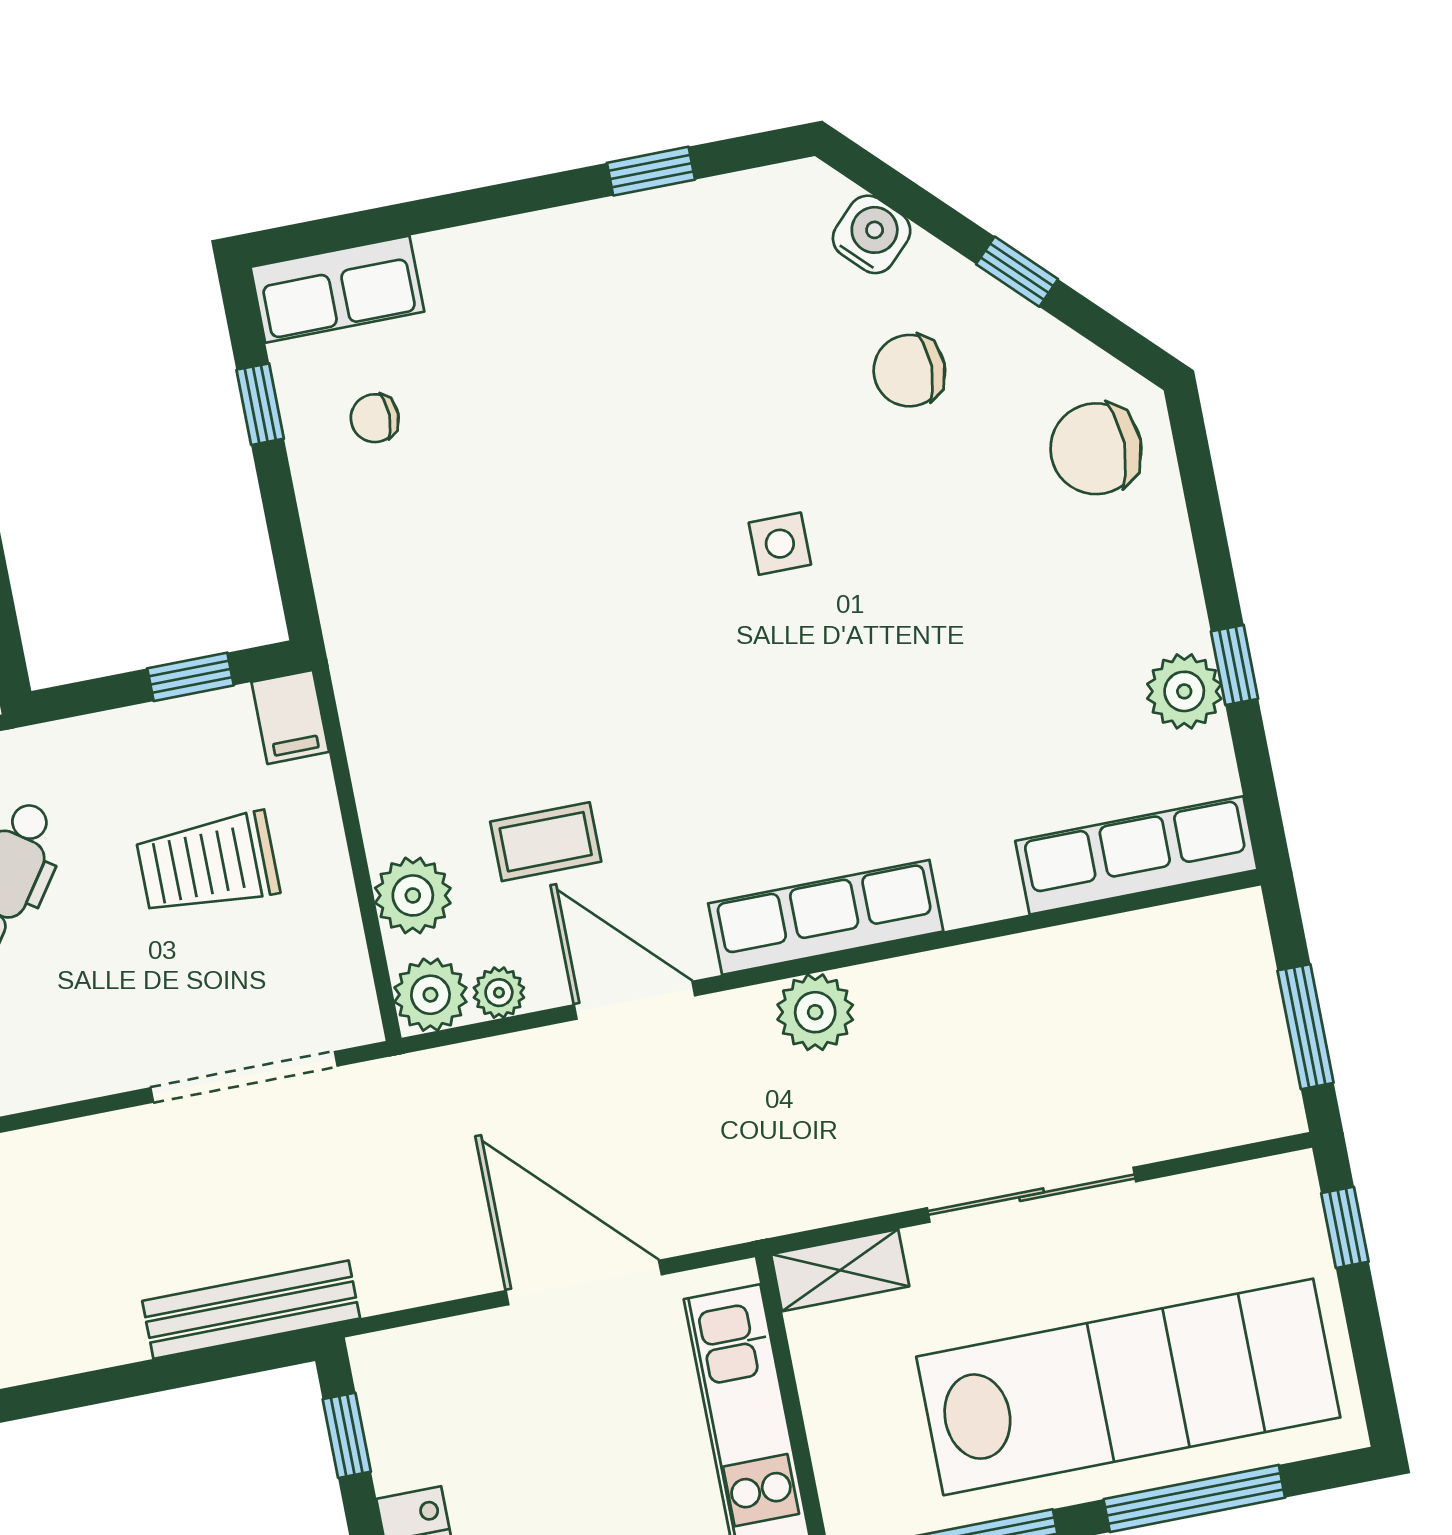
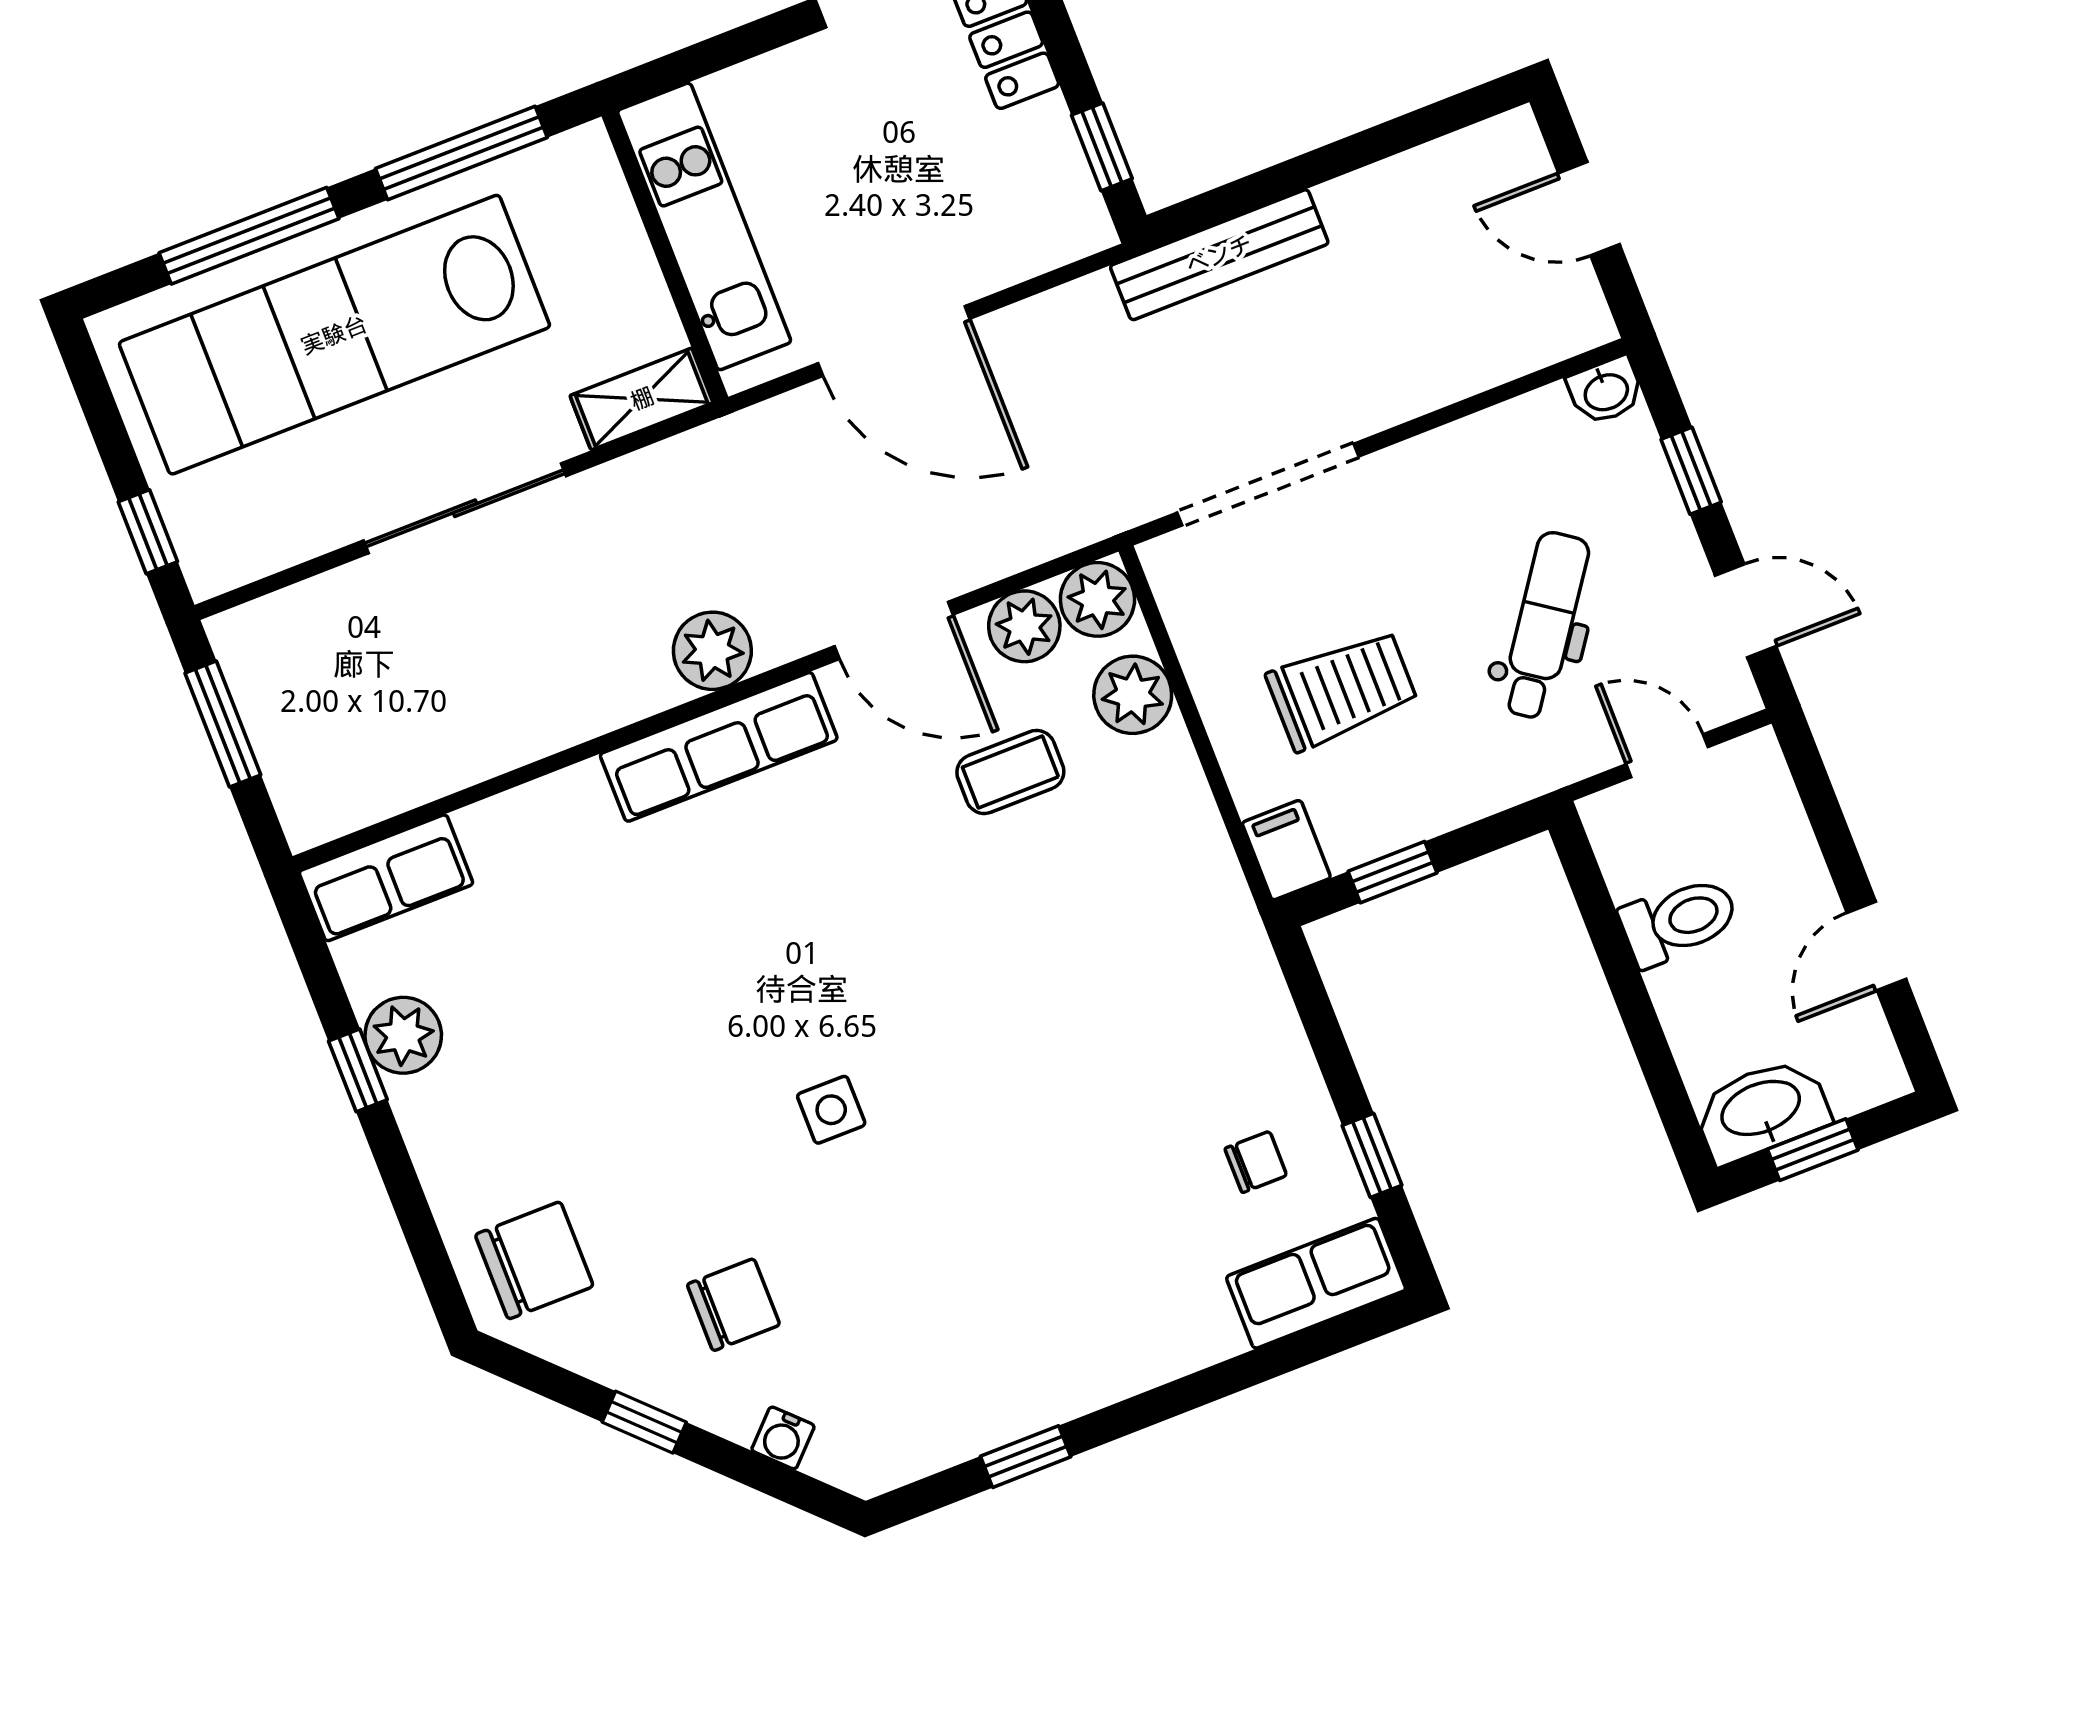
water cooler: (872, 234) -> (783, 1438), width x0.72, depth x0.72
row of seats: (1136, 855) -> (386, 878), width x0.68
plant: (499, 993) -> (1024, 626), width x1.38, depth x1.38

